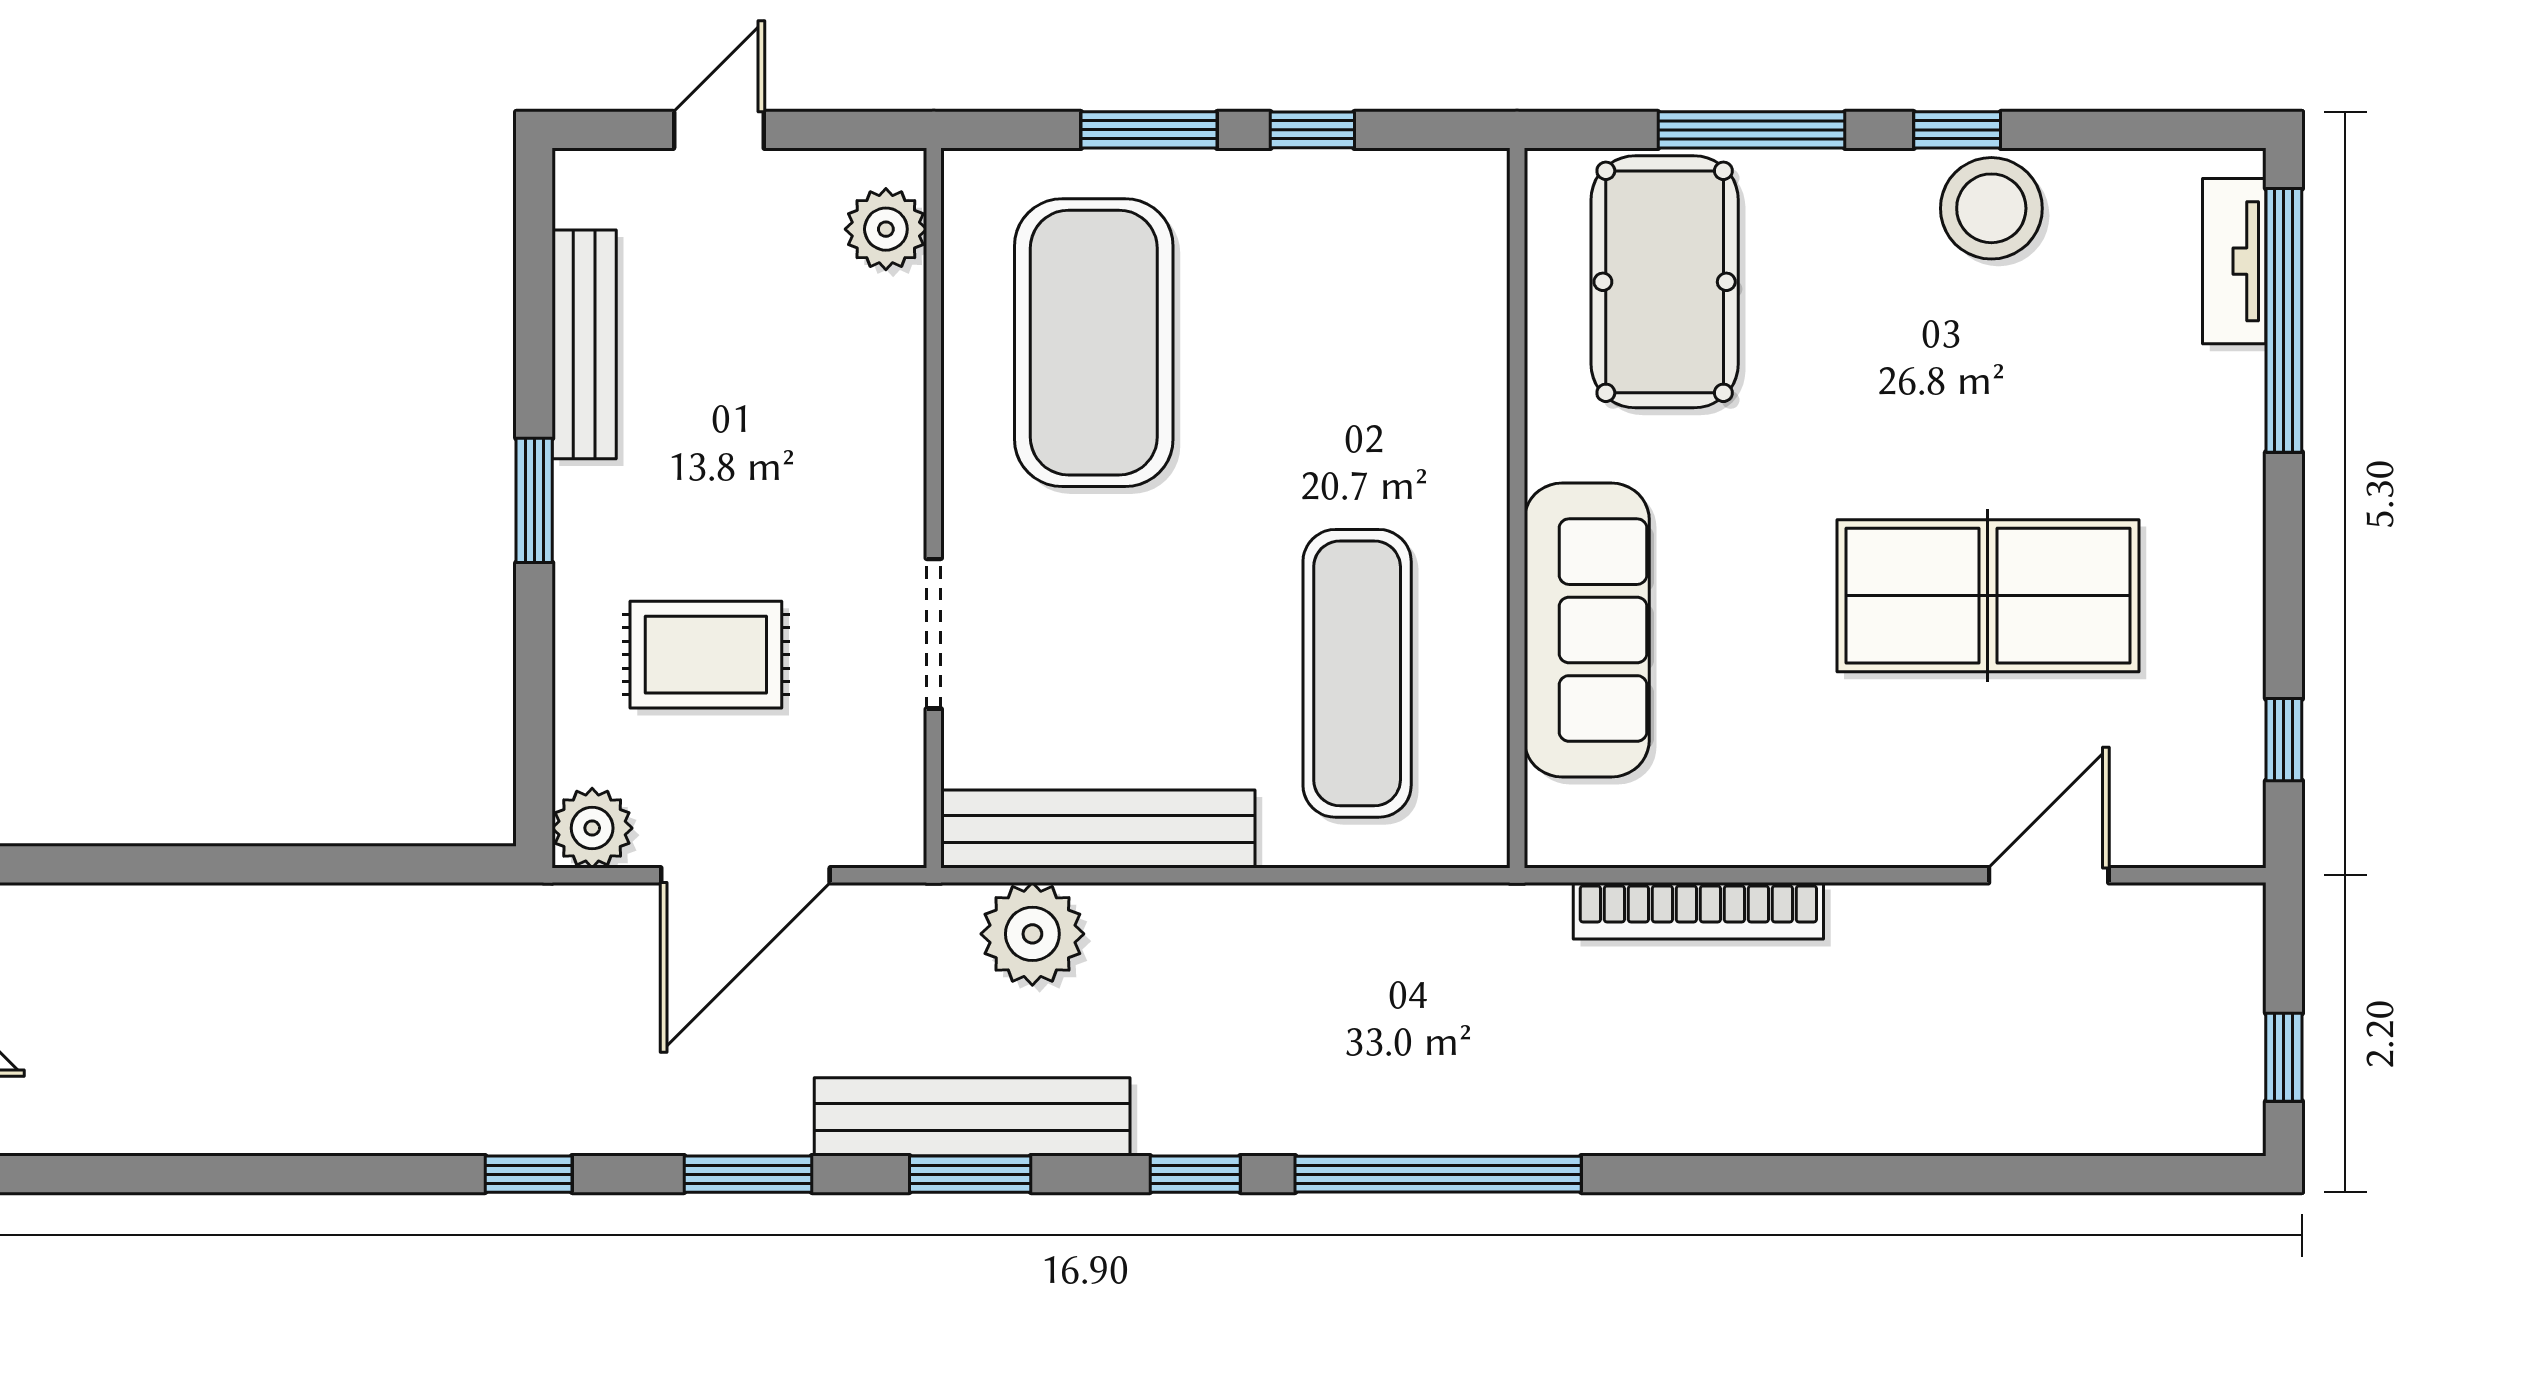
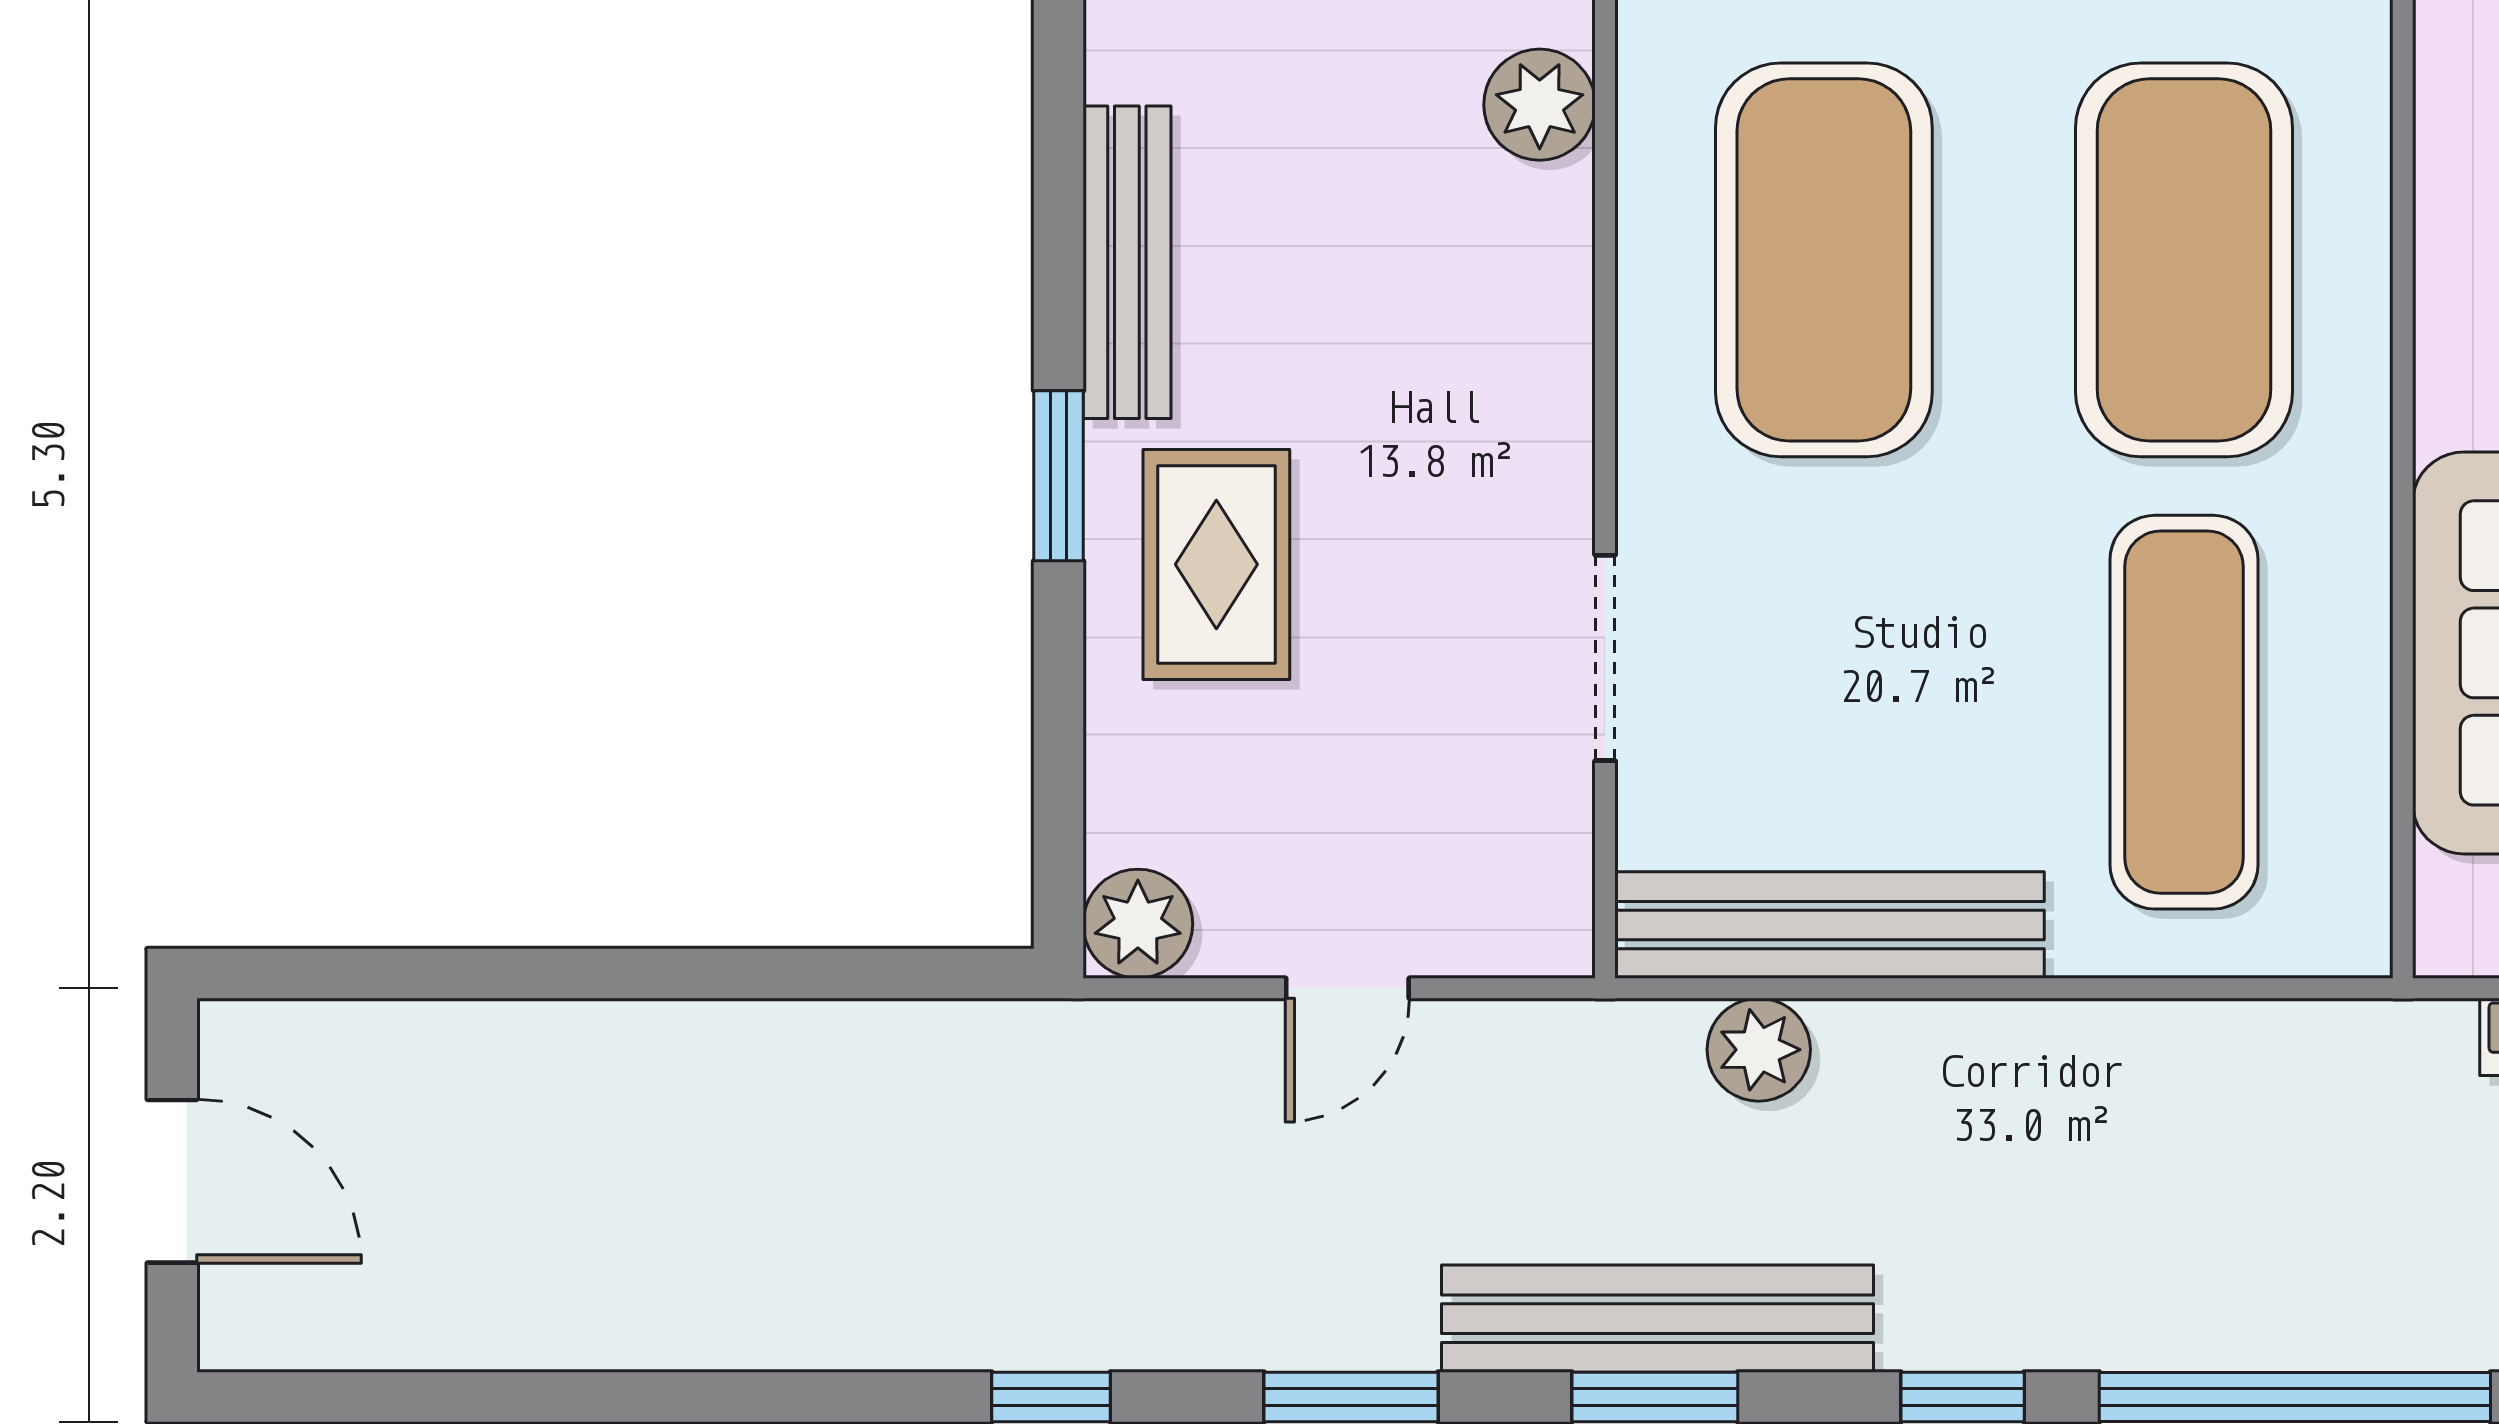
exercise mat: (1357, 343) -> (2184, 260), added
rug: (706, 655) -> (1216, 564), moved, turned 90
door: (745, 875) -> (1347, 988), width x0.53
plant: (1032, 934) -> (1759, 1050), width x0.73, depth x0.73

